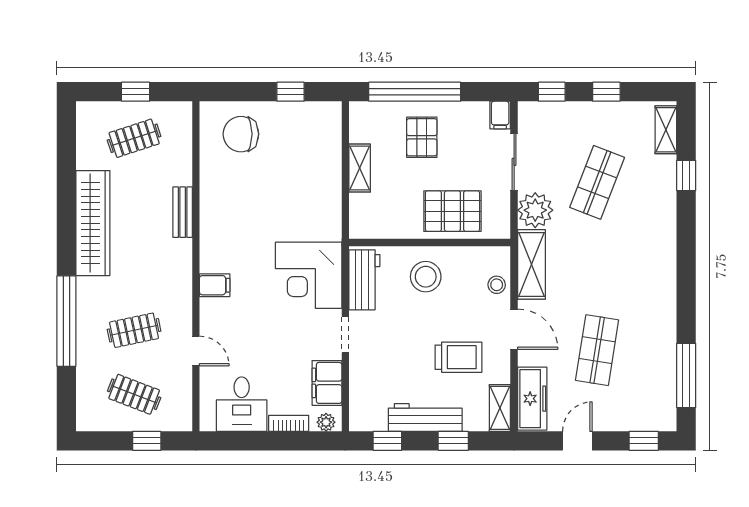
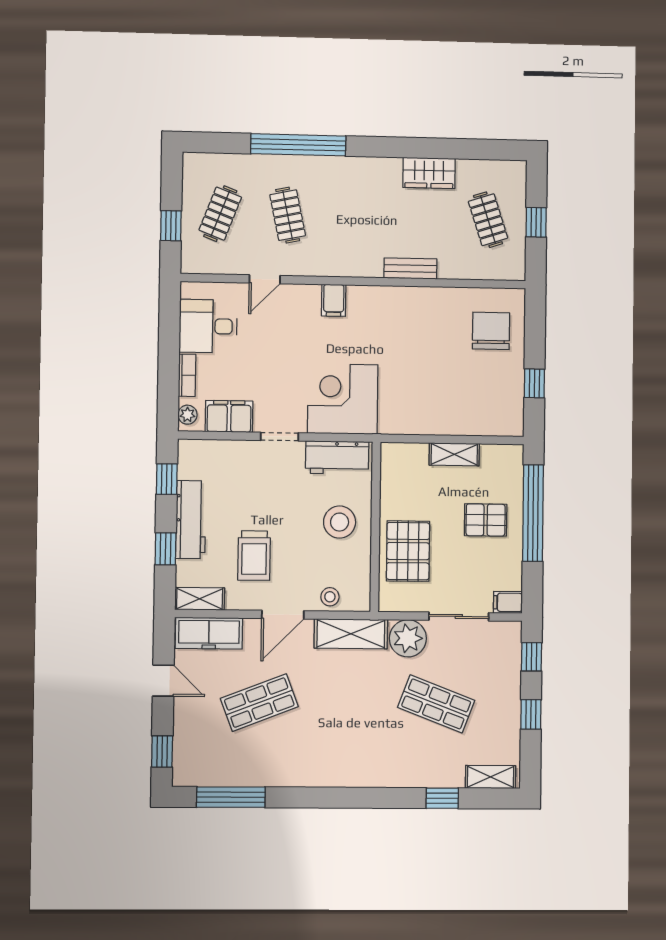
wardrobe: (93, 223) -> (429, 173), width x0.48, depth x0.85
shop shelf: (597, 350) -> (259, 703), turned -30

